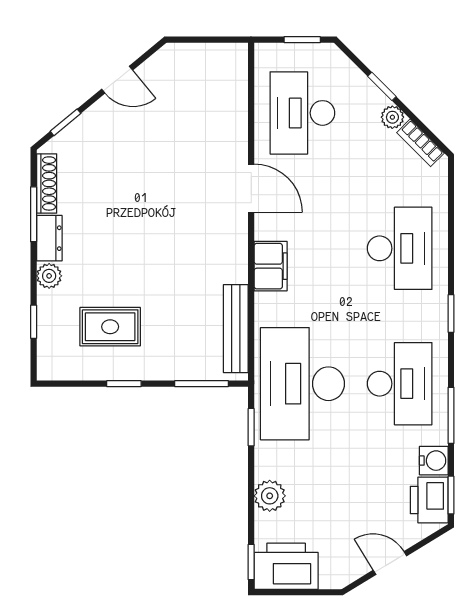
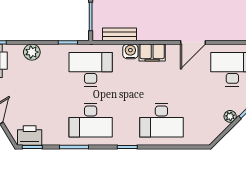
bookcase: (420, 143) -> (217, 131), removed
bench: (236, 329) -> (119, 34), width x0.73
desk: (302, 384) -> (91, 69), width x0.73, depth x0.77
water cooler: (434, 461) -> (130, 51), moved, turned 180

